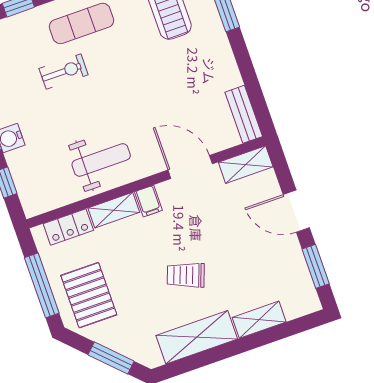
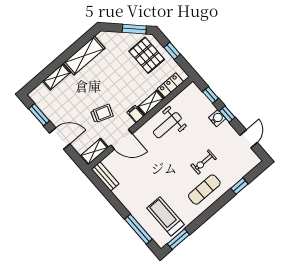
trolley: (186, 275) -> (102, 114), moved
window: (42, 285) -> (172, 51), width x0.46
window: (111, 358) -> (134, 29), moved

